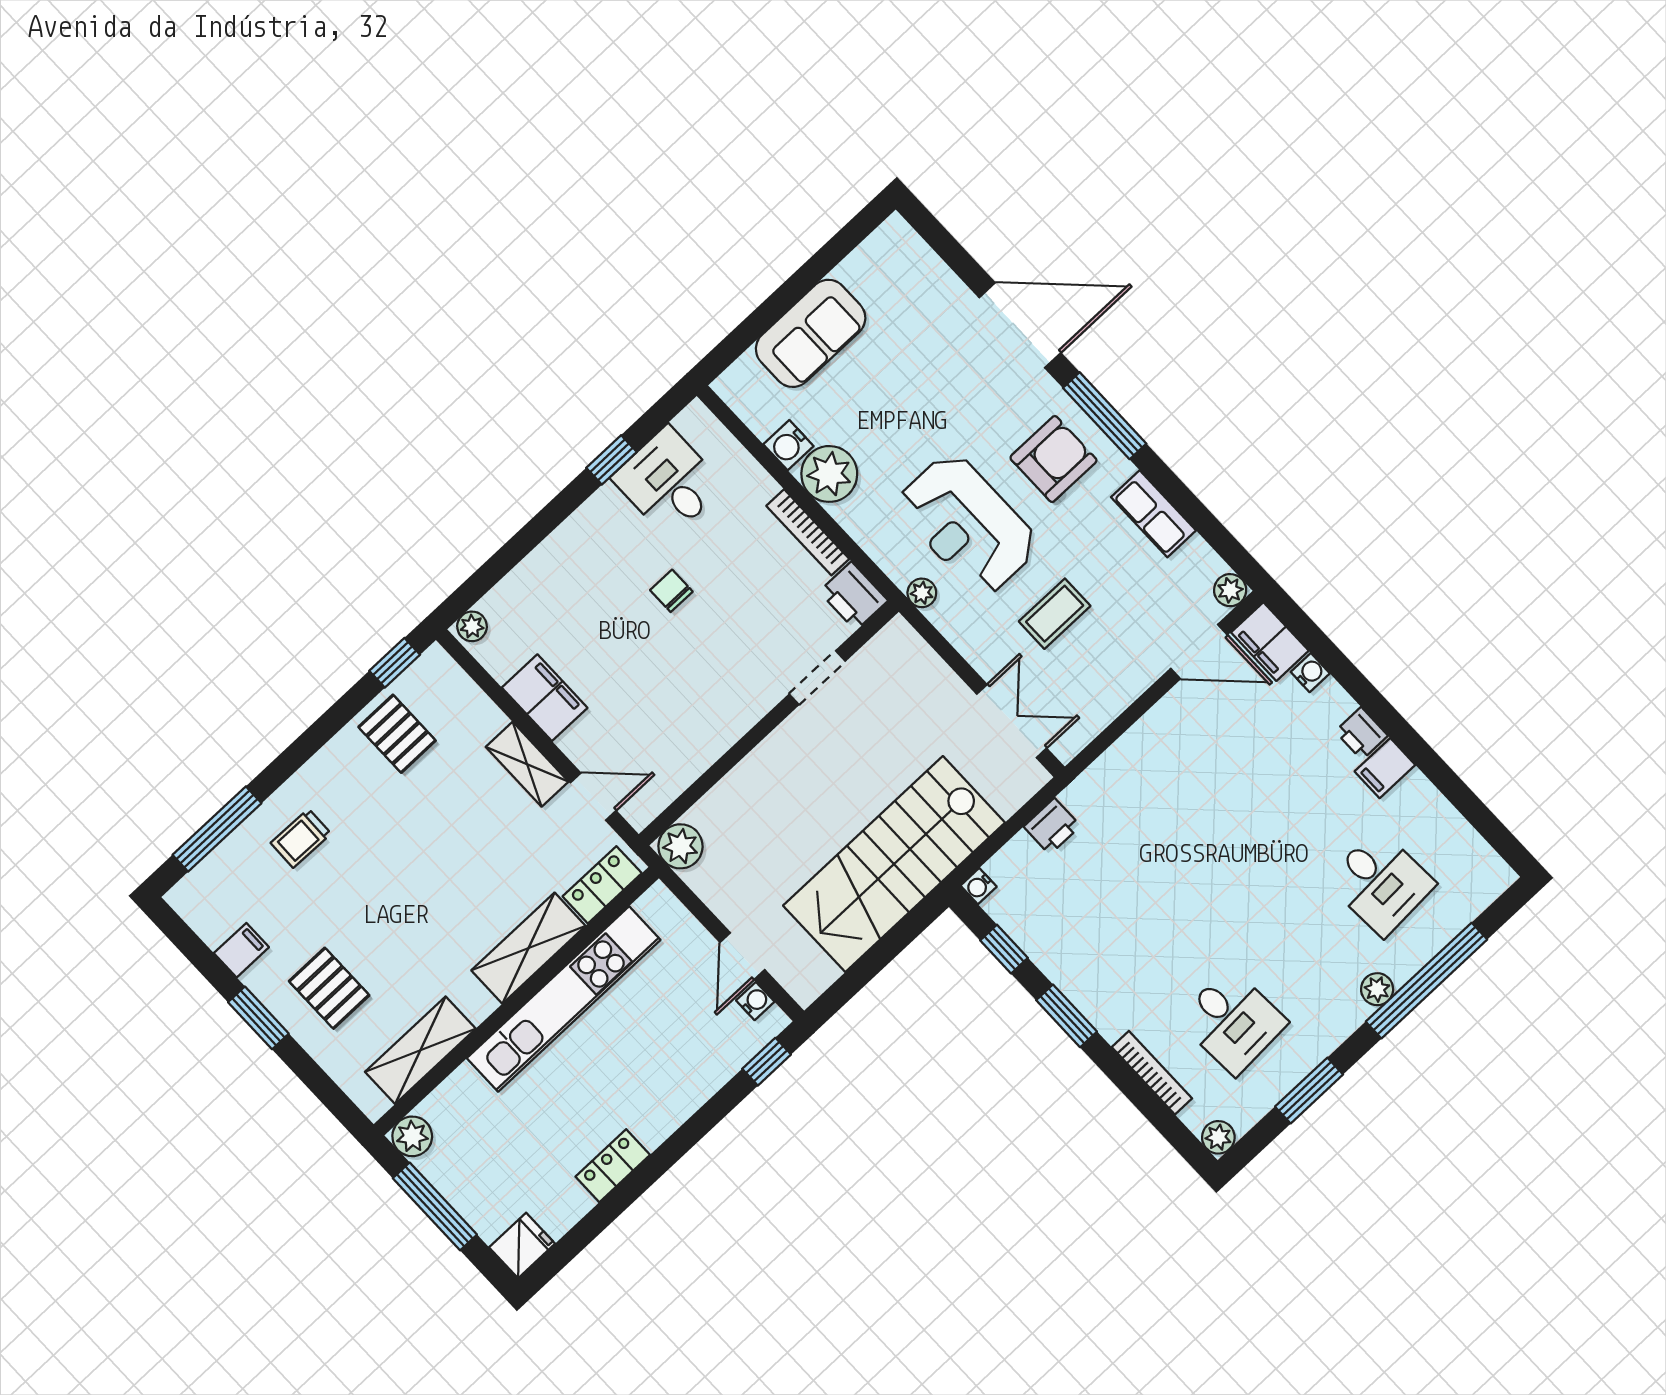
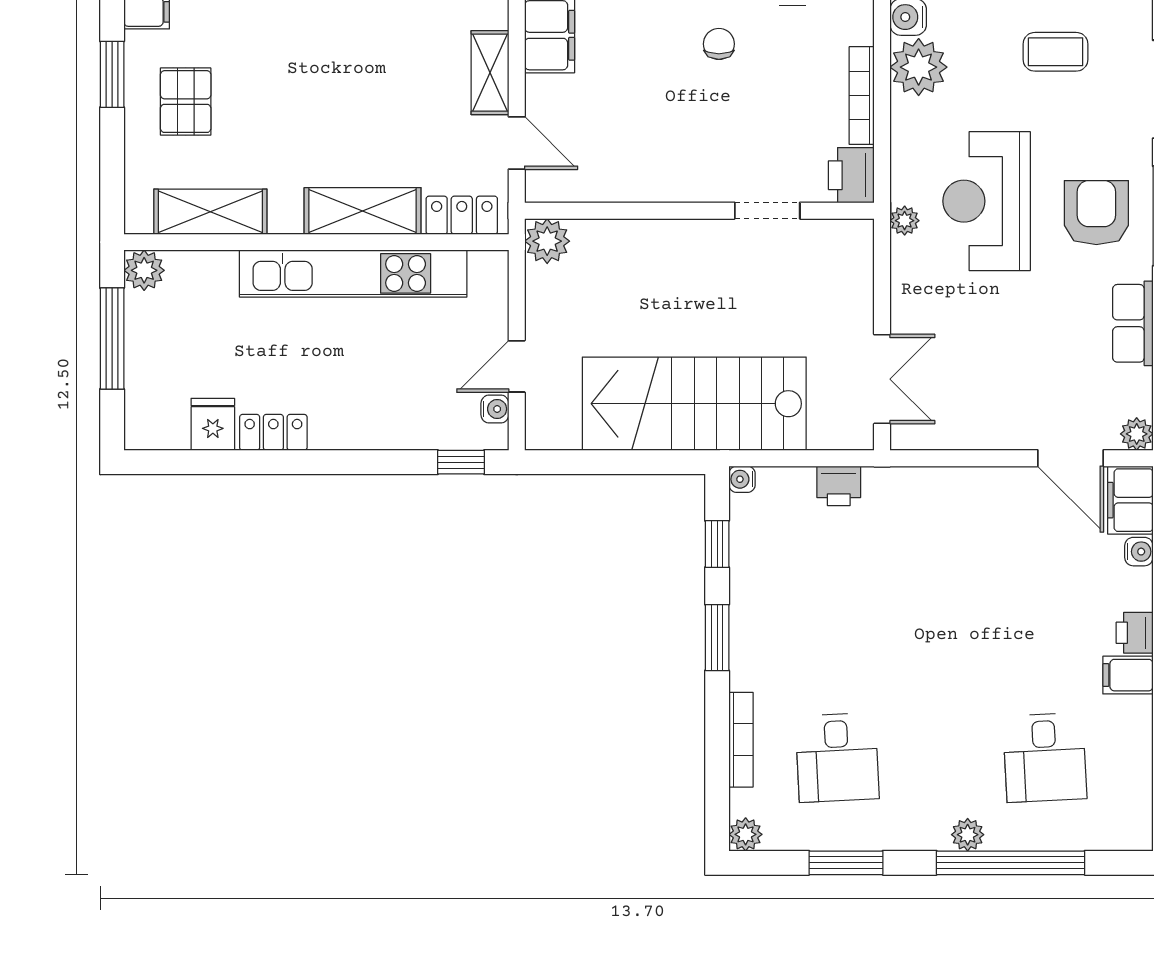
armchair: (1053, 459) -> (1096, 213), turned -90
coffee table: (1055, 614) -> (1056, 52), moved
fridge: (522, 1245) -> (213, 424), moved, turned -90

